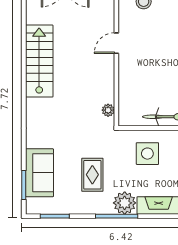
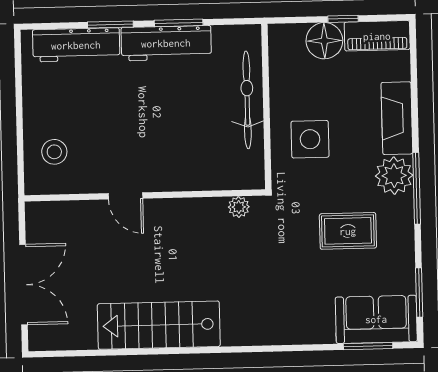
sofa: (39, 173) -> (376, 319), moved

